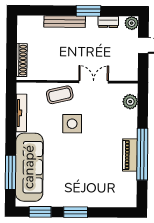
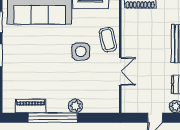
plant: (130, 102) -> (75, 106), moved
piano: (130, 155) -> (31, 106), moved

